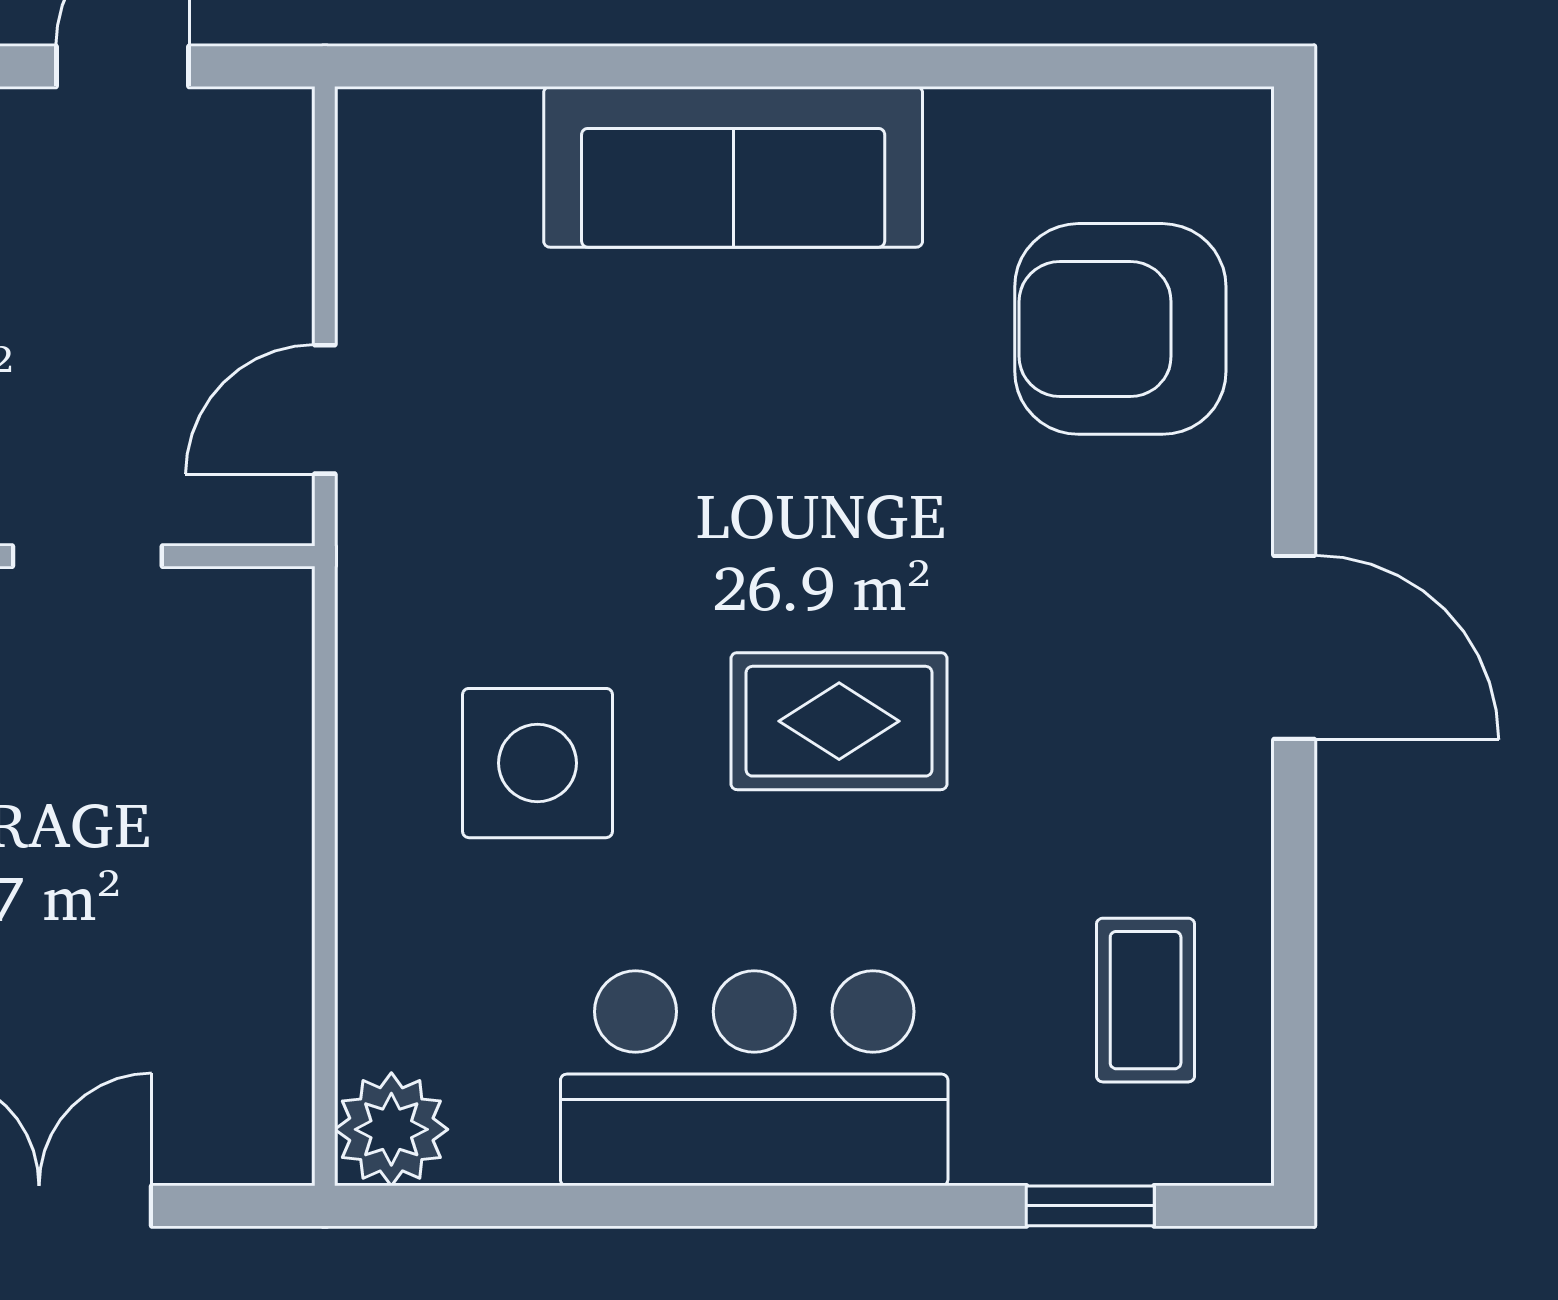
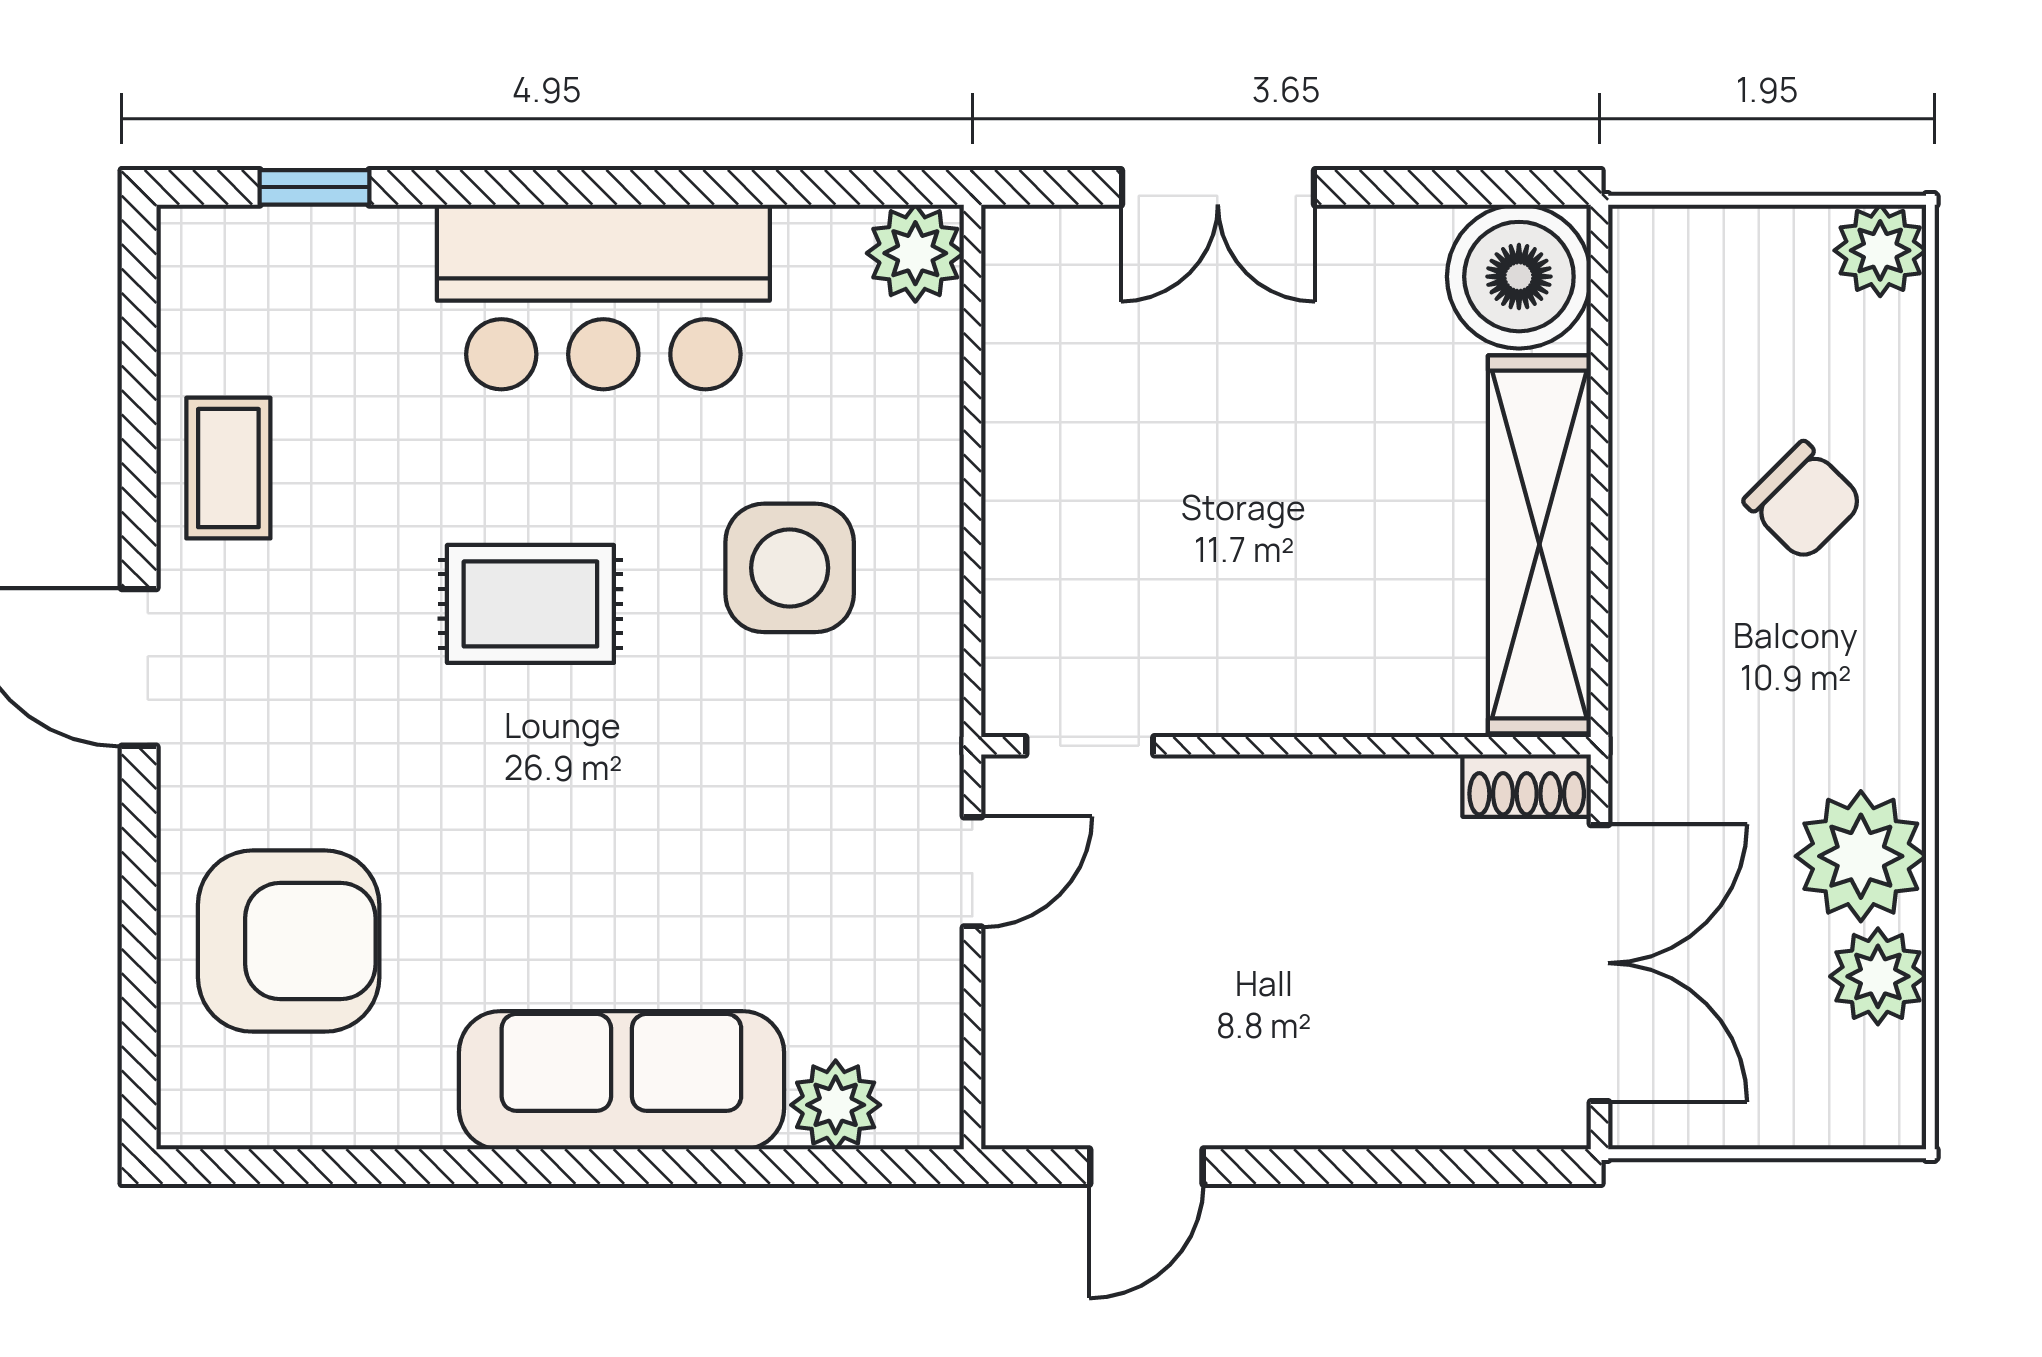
plant: (484, 138) -> (836, 1105), added
doorway: (87, 556) -> (1090, 746), moved
coffee table: (1146, 1000) -> (228, 468), moved

